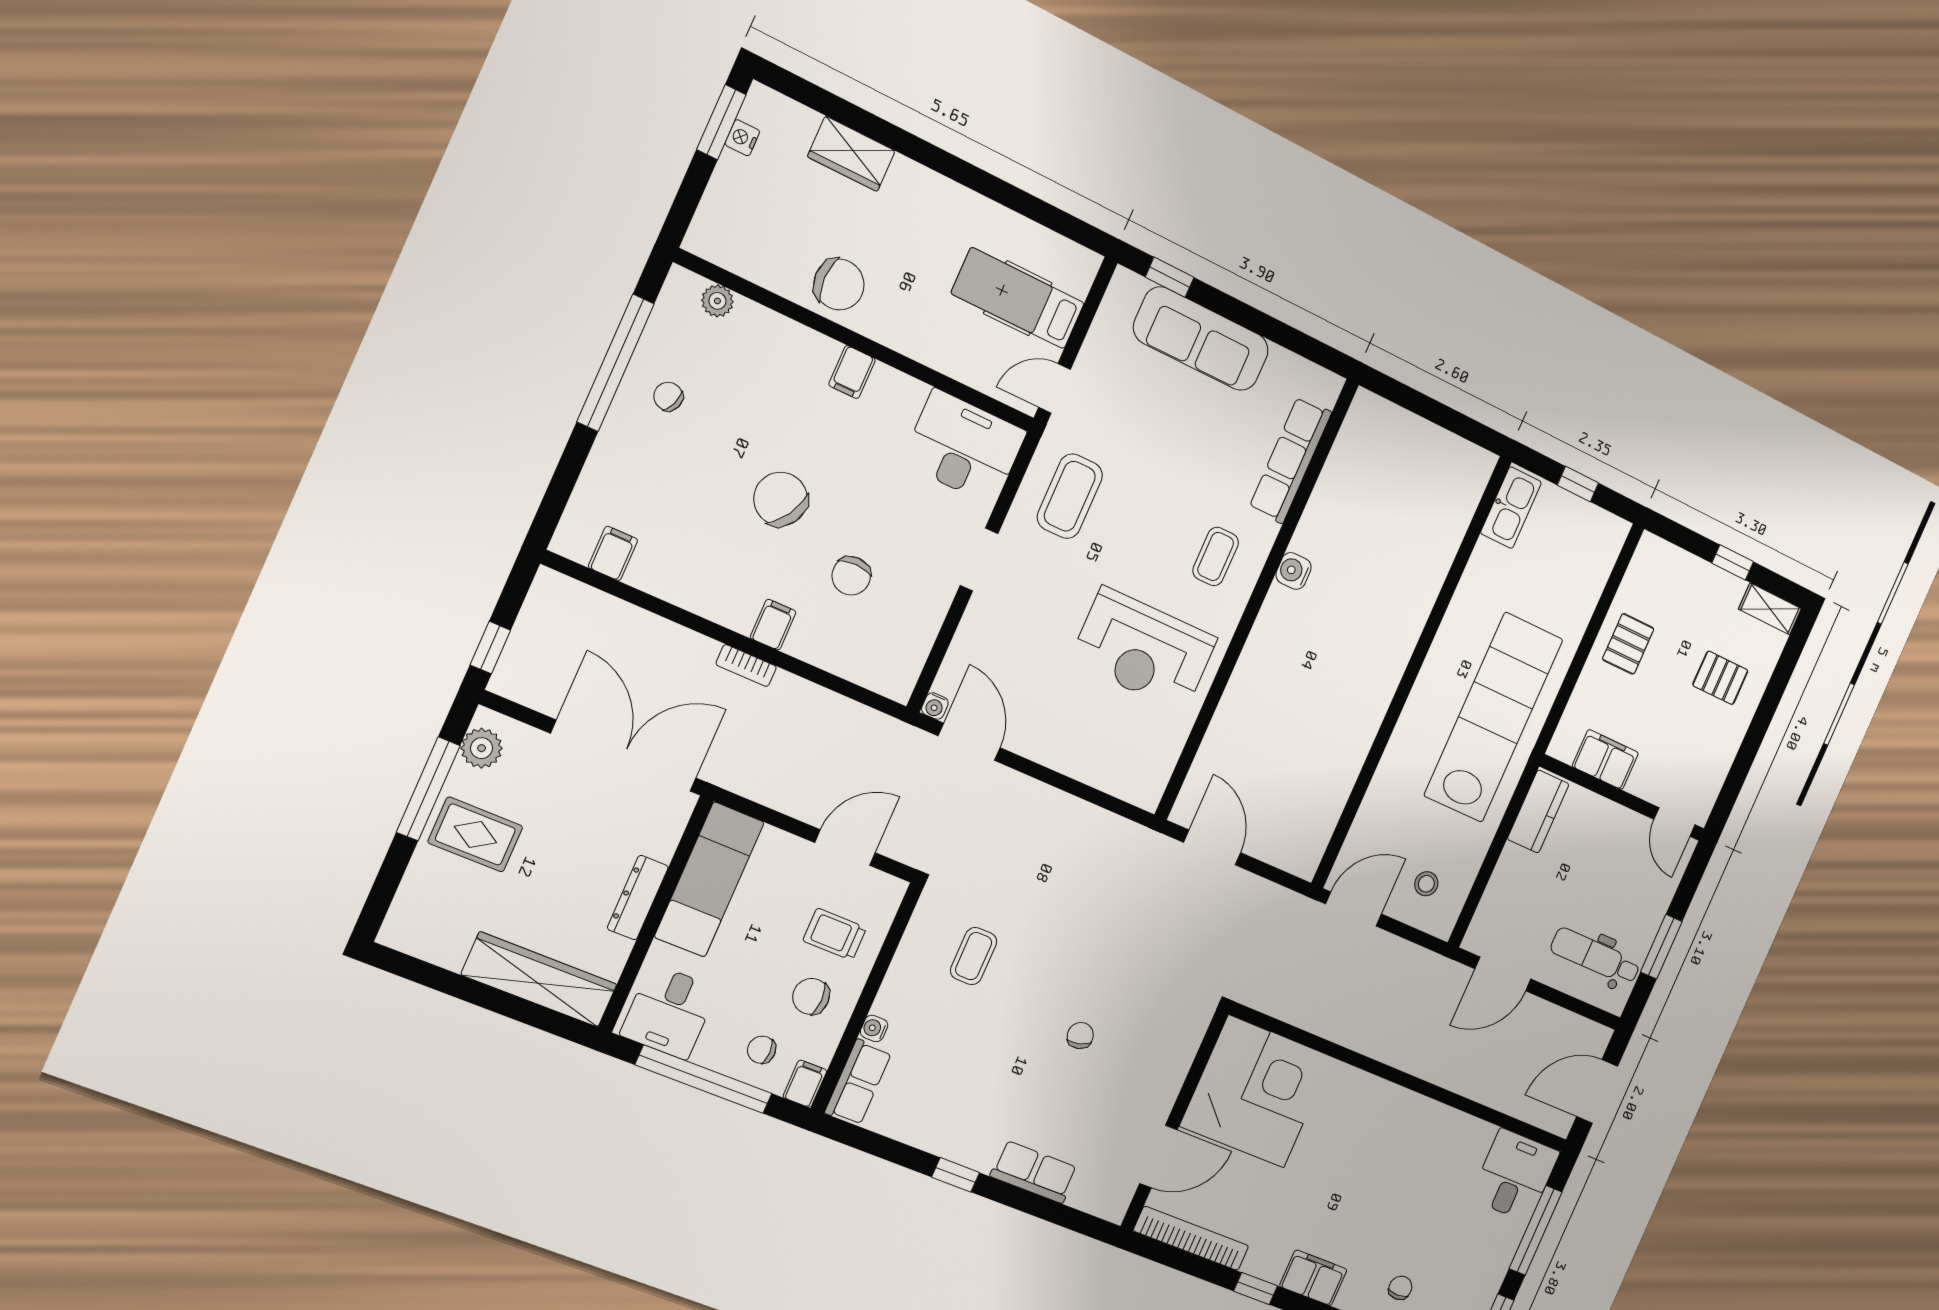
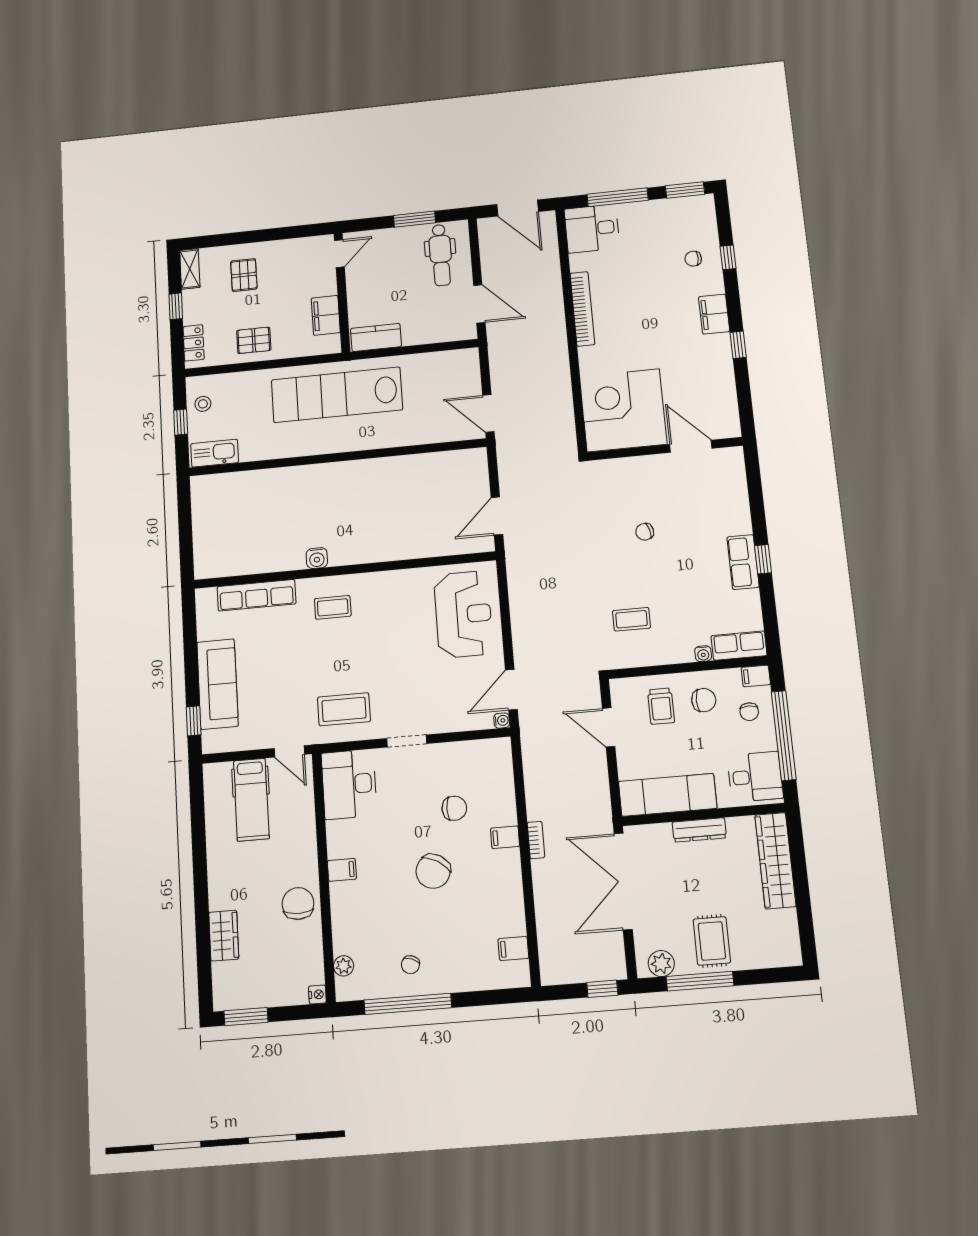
nightstand: (742, 138) -> (317, 994), moved, turned -90
locker: (1671, 560) -> (194, 343), added
reception desk: (1143, 650) -> (463, 614), moved
stool: (1426, 884) -> (203, 404), moved
chair: (811, 996) -> (704, 700), turned -90
row of seats: (1034, 1172) -> (743, 562), moved
bookcase: (1191, 1238) -> (582, 309), moved, turned 180

